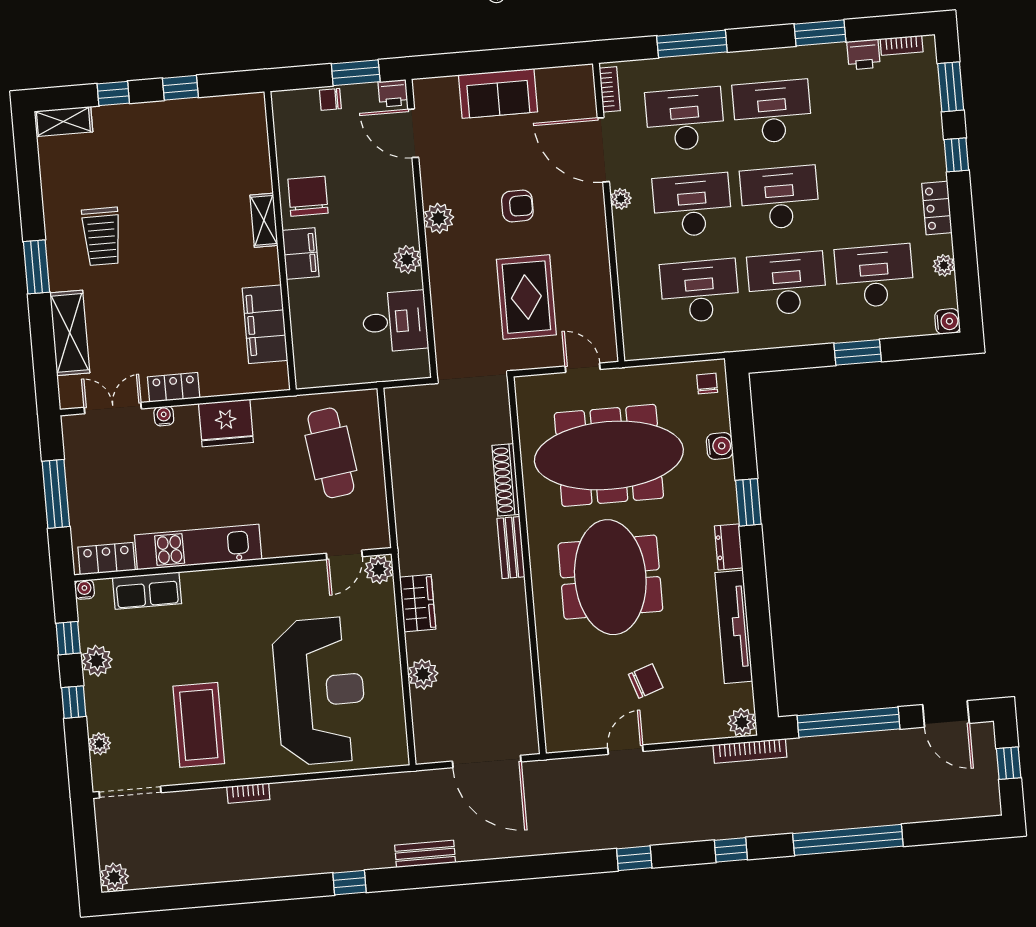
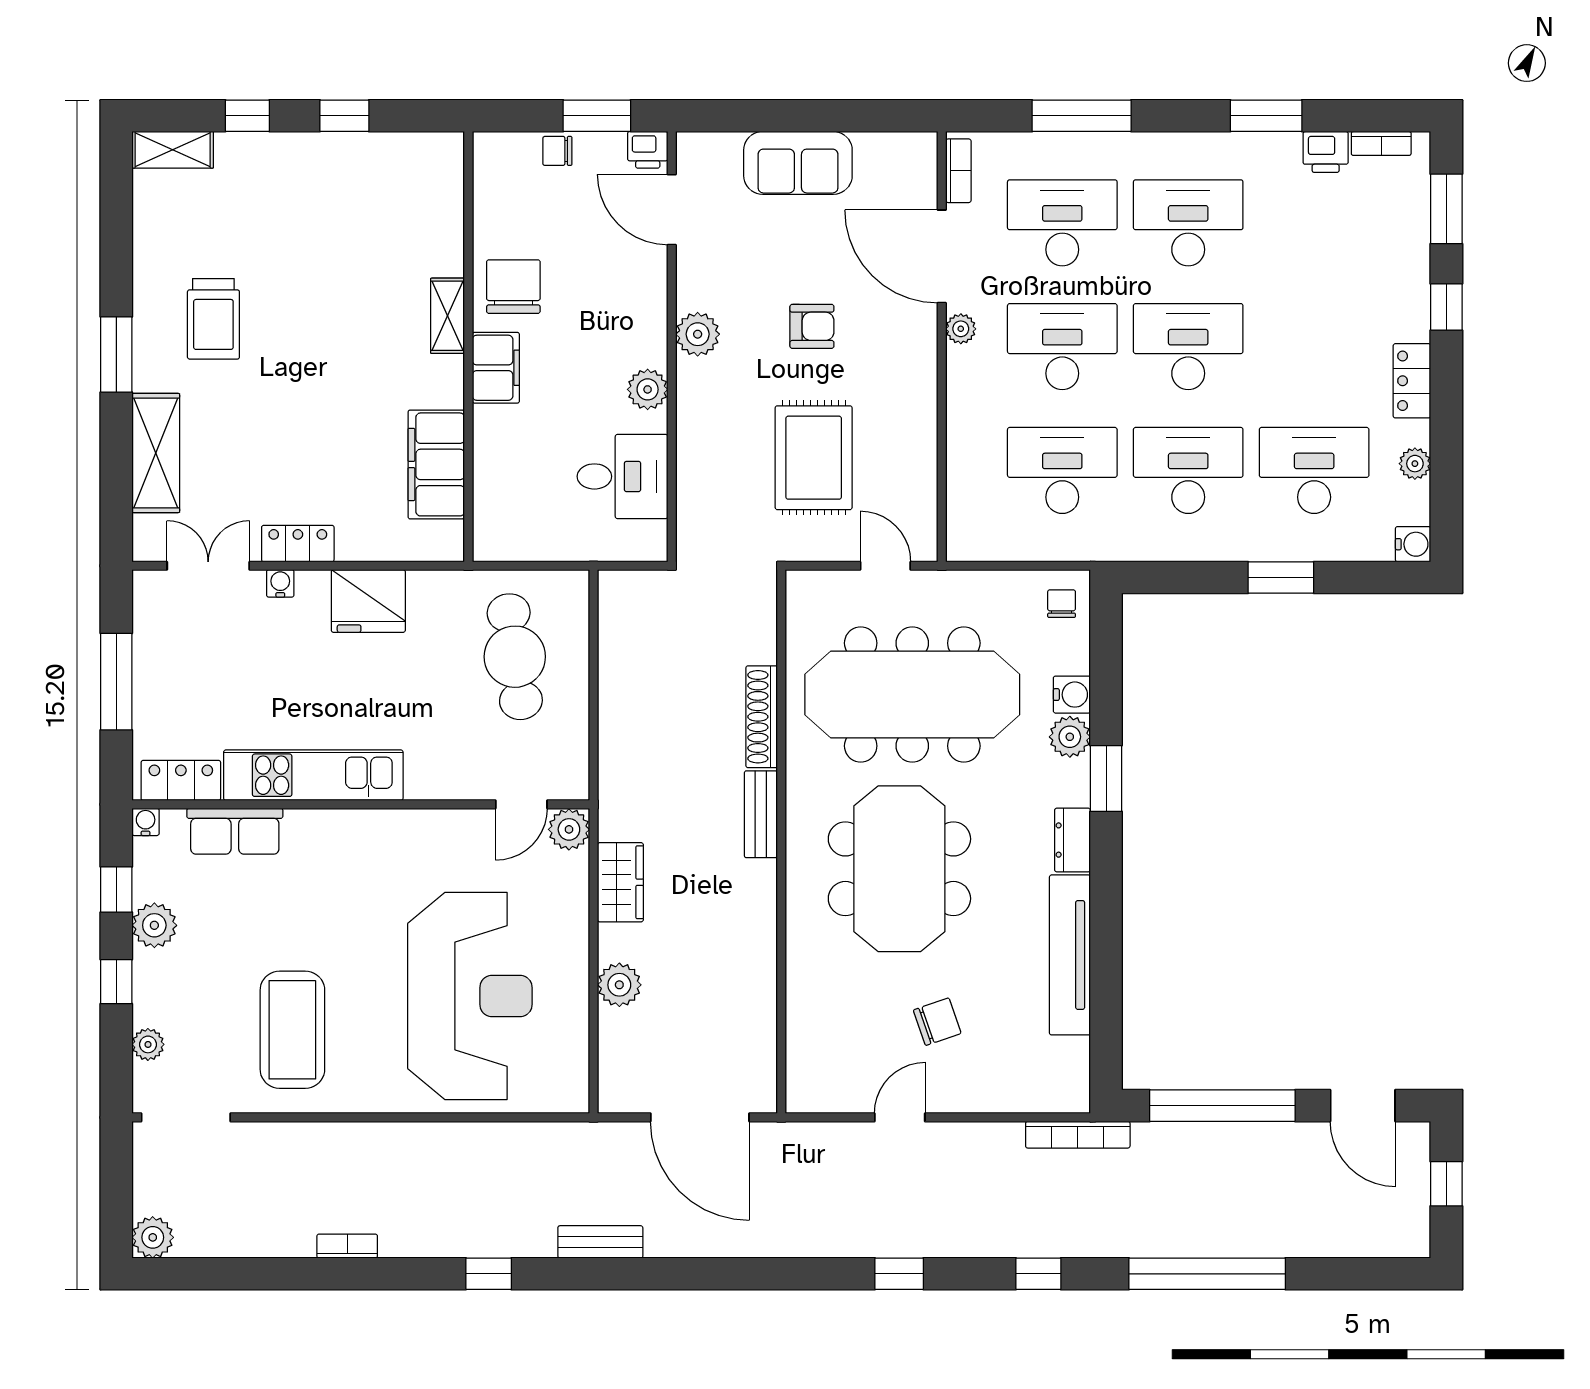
plant: (742, 722) -> (1070, 737), moved
bookcase: (248, 793) -> (347, 1246), moved, turned 180

